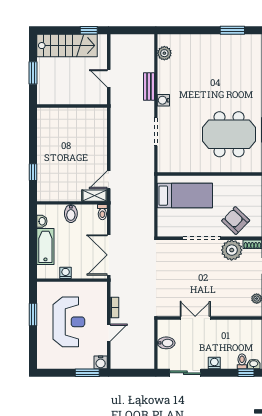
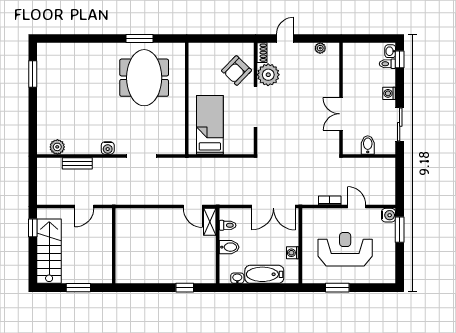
bench: (149, 87) -> (77, 163), moved
toilet: (102, 212) -> (228, 225), moved

